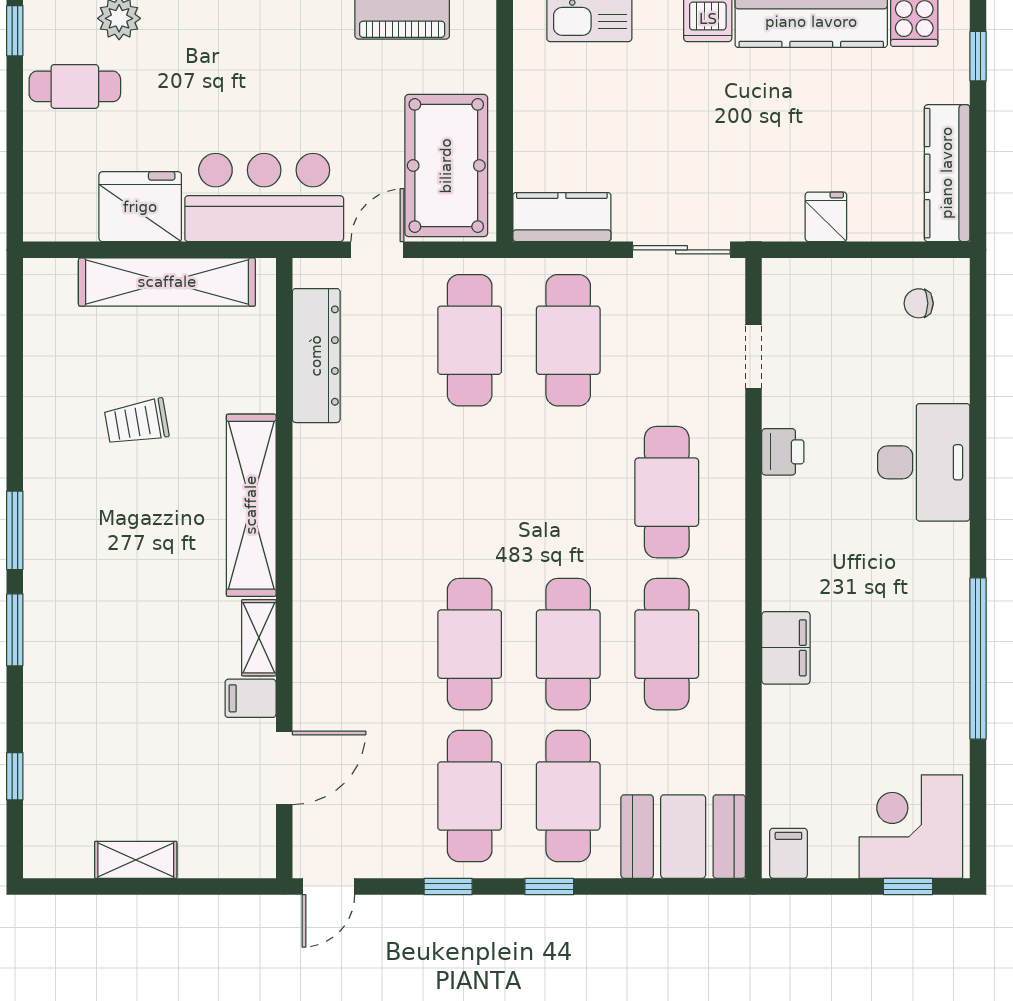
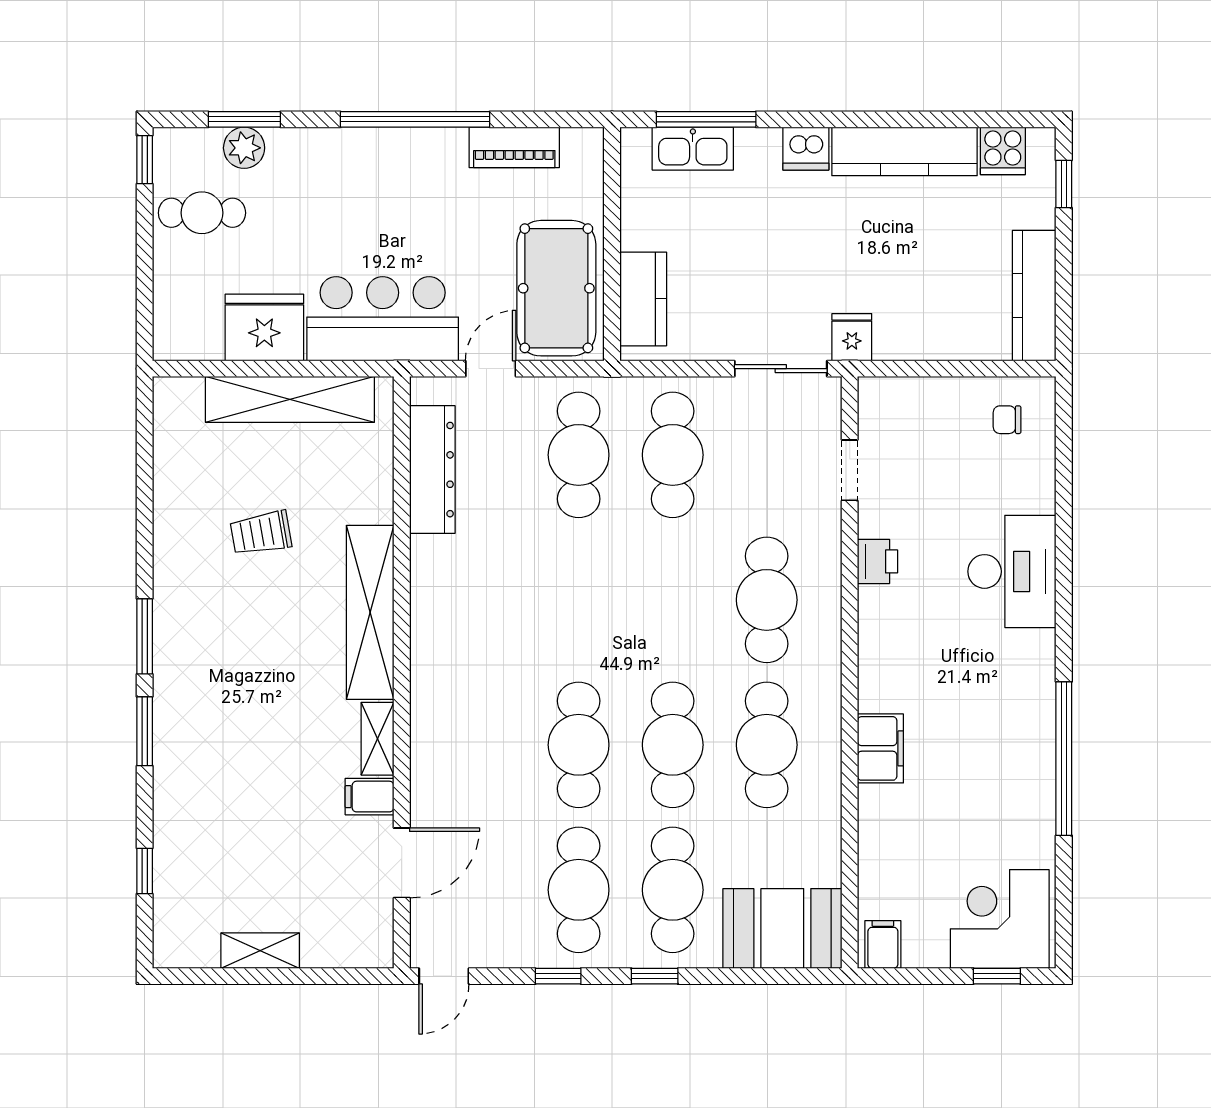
kitchen counter: (562, 217) -> (643, 299), moved, turned 90
fridge: (826, 217) -> (852, 337), moved

